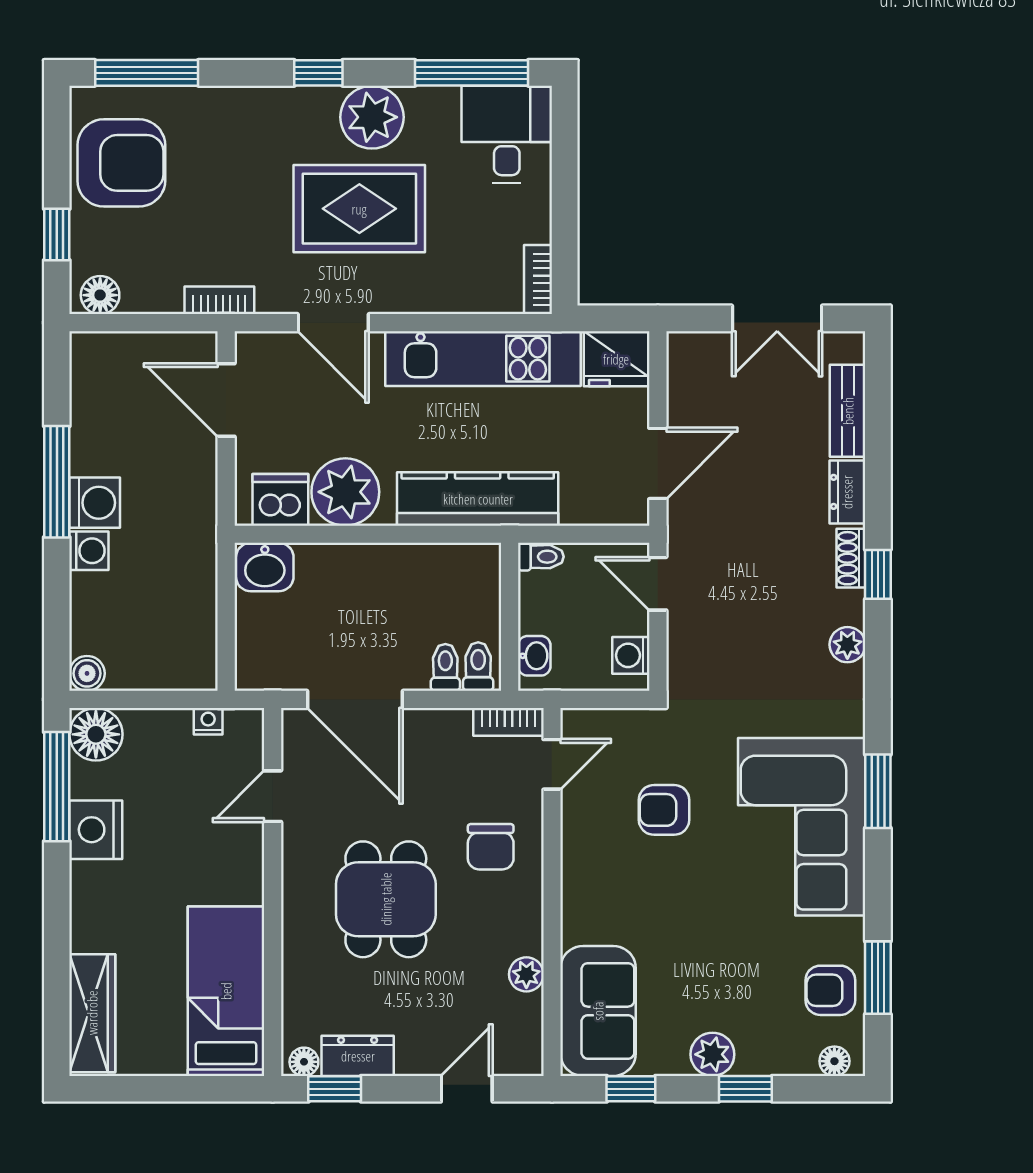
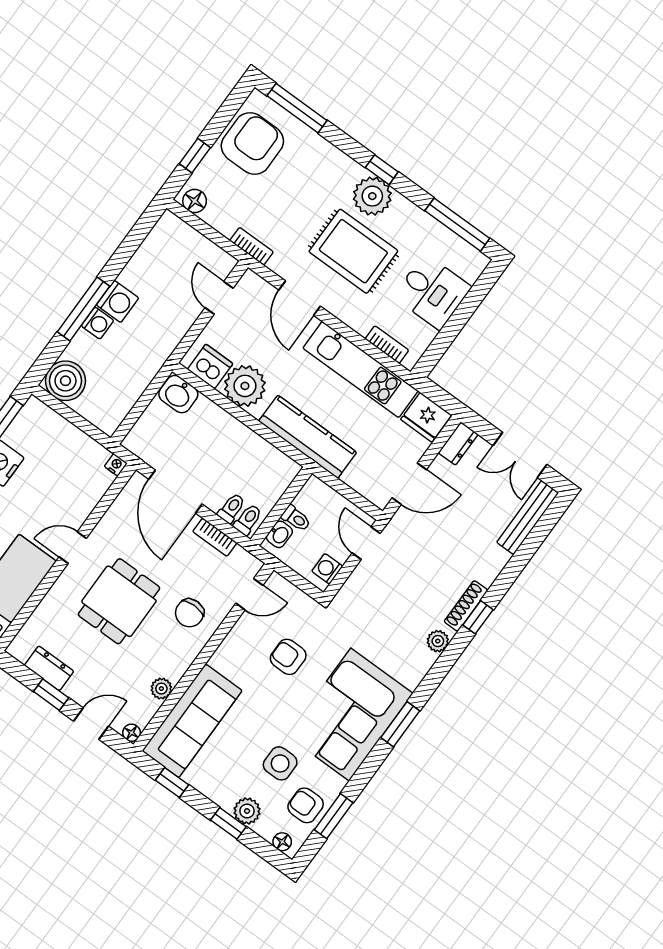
plant: (372, 117) -> (372, 196), moved
desk: (507, 134) -> (432, 292), moved, turned 90
armchair: (121, 163) -> (252, 143), turned -90
bookcase: (538, 279) -> (387, 345), moved, turned 90
door: (226, 400) -> (219, 298), width x0.73
bench: (848, 411) -> (528, 518), width x1.36
window: (57, 482) -> (83, 309), moved
dresser: (847, 492) -> (458, 444), moved, turned 180
toilet: (541, 557) -> (296, 518), moved
shoe rack: (851, 558) -> (466, 606), width x1.43
boiler: (87, 673) -> (65, 381), width x1.86, depth x1.86
nightstand: (208, 721) -> (116, 465), moved
bookcase: (508, 722) -> (215, 537), moved
floor lamp: (96, 734) -> (35, 416), removed
door: (273, 796) -> (73, 548), moved
side table: (756, 959) -> (280, 763), added
sofa: (598, 1011) -> (192, 721), width x1.36
plant: (712, 1054) -> (247, 811), moved
floor lamp: (304, 1062) -> (132, 733), moved
window: (335, 1089) -> (51, 695), moved

